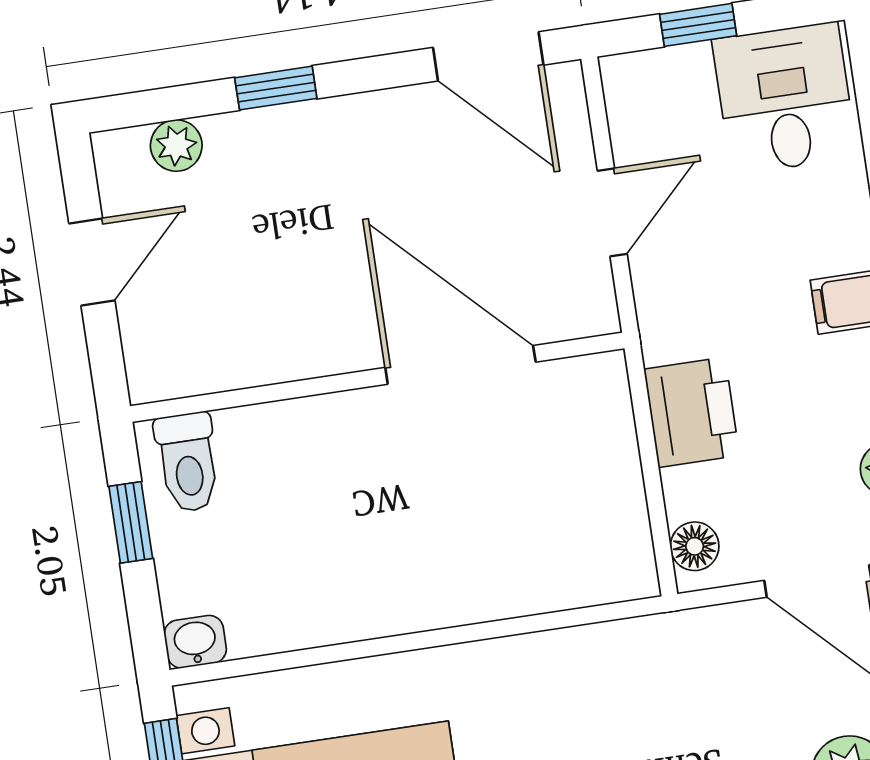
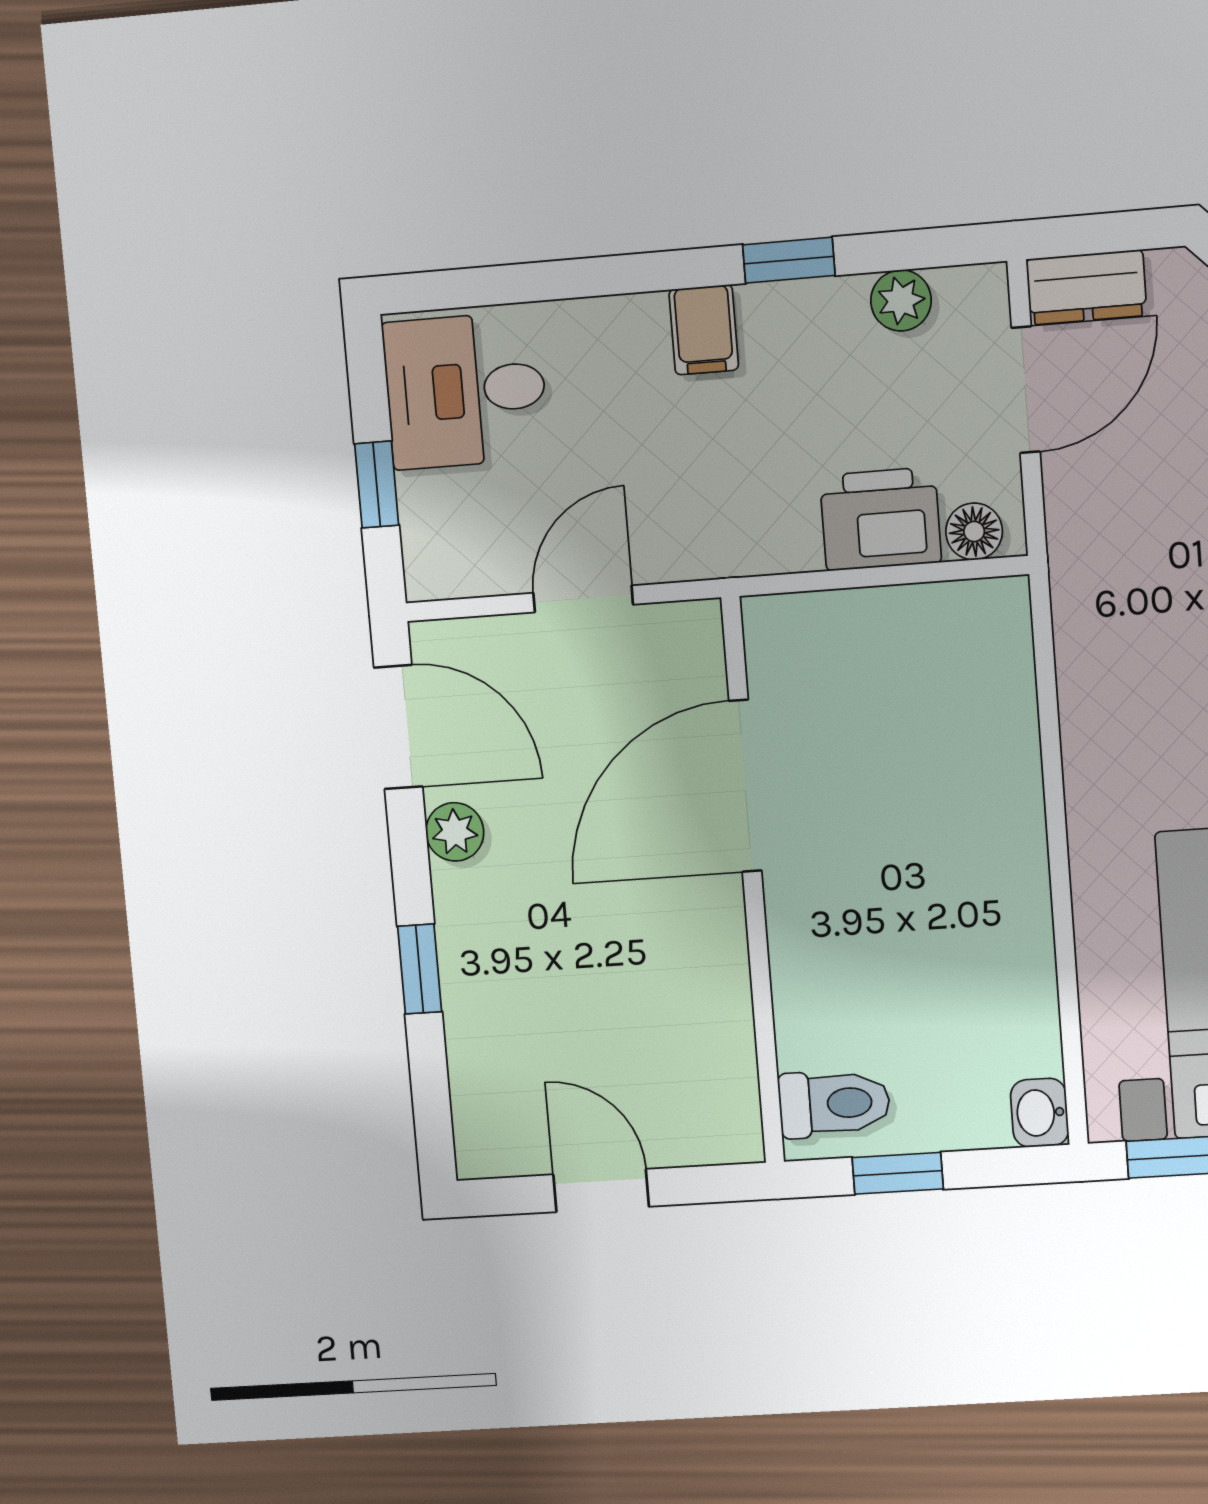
door: (488, 56) -> (398, 727), hinge flipped
plant: (176, 145) -> (455, 832), moved
door: (612, 212) -> (583, 599), hinge flipped
printer: (692, 412) -> (881, 519), moved

